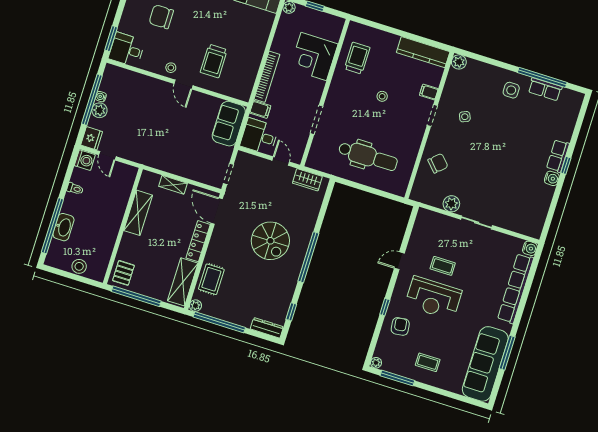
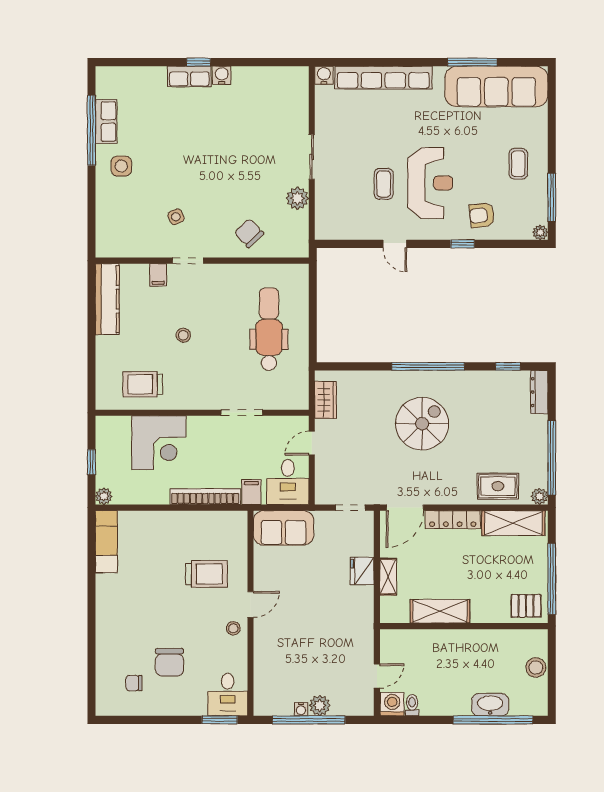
plant: (459, 62) -> (106, 248), removed
fridge: (92, 138) -> (362, 571), moved, turned -90
toilet: (75, 189) -> (412, 705), moved

